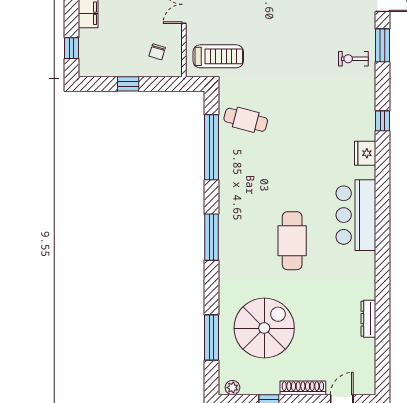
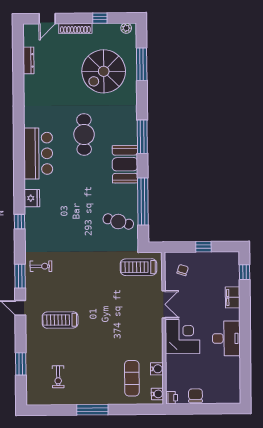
booth: (236, 199) -> (125, 164), added
dresser: (368, 319) -> (28, 60), moved

